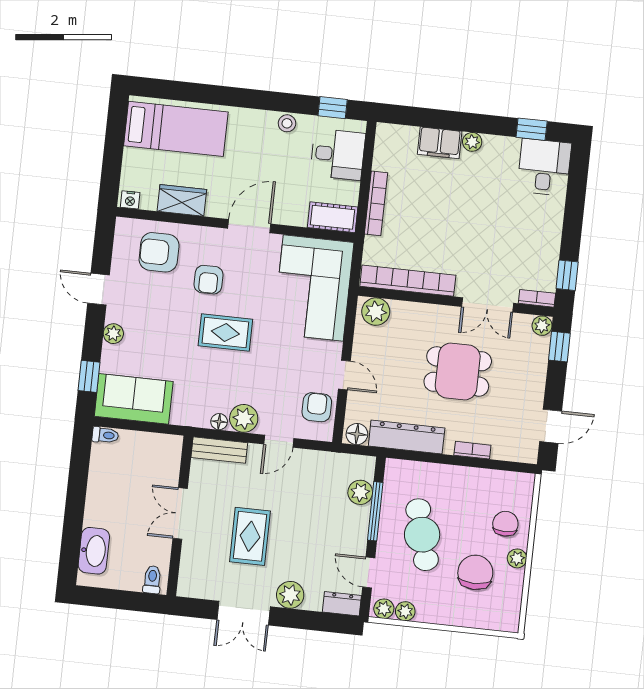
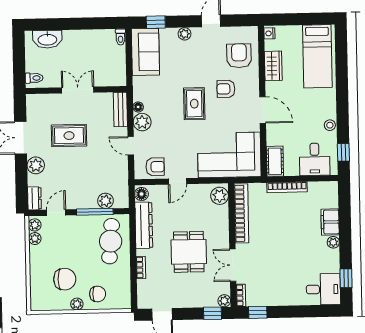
cafe table: (422, 535) -> (111, 241), moved, turned -70

